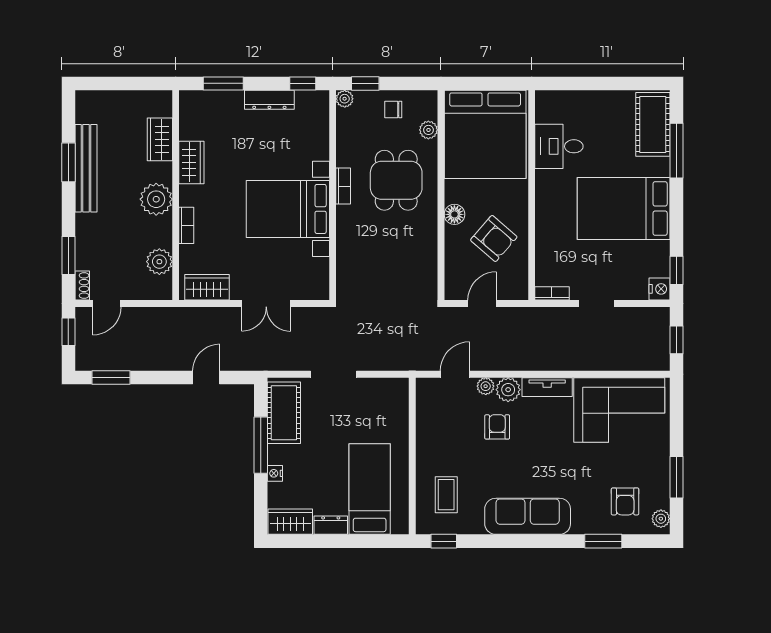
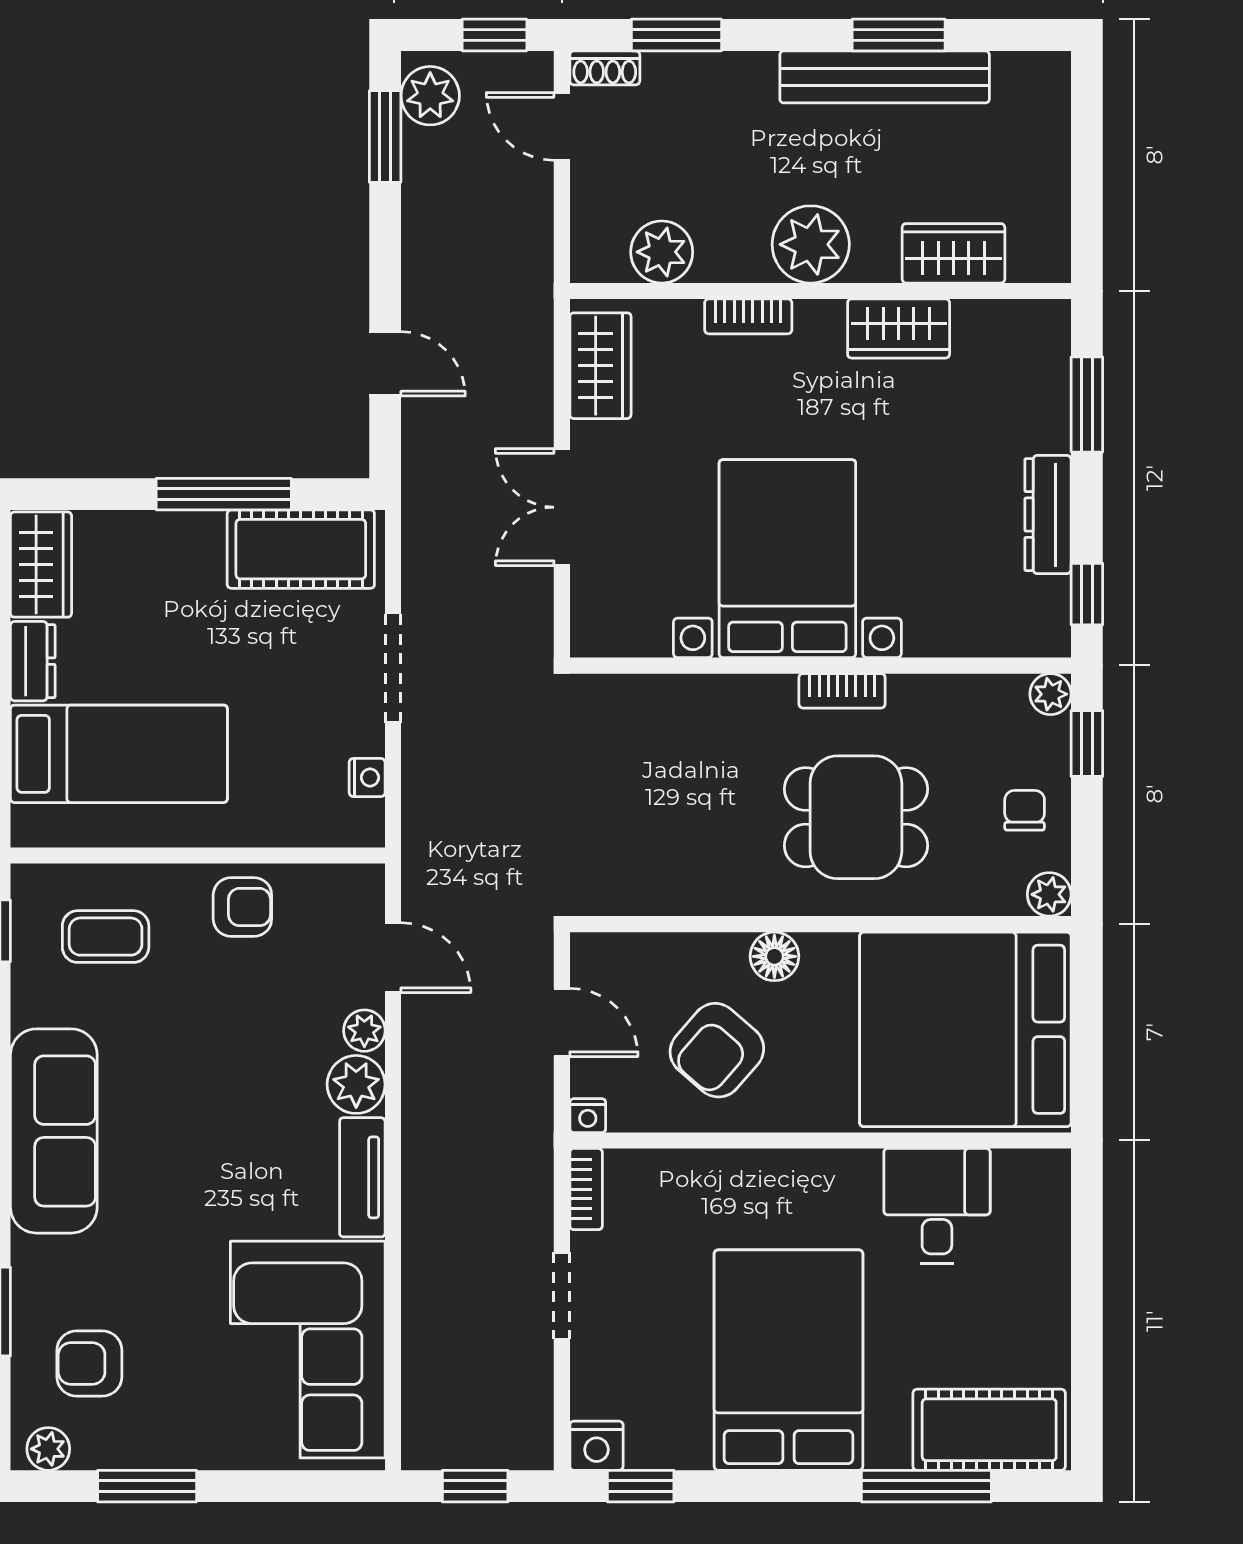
plant: (428, 130) -> (1049, 894), moved
nightstand: (521, 293) -> (588, 1116), added
plant: (94, 359) -> (430, 96), added
armchair: (497, 427) -> (242, 907), moved
nightstand: (275, 473) -> (367, 777), moved, turned 90

